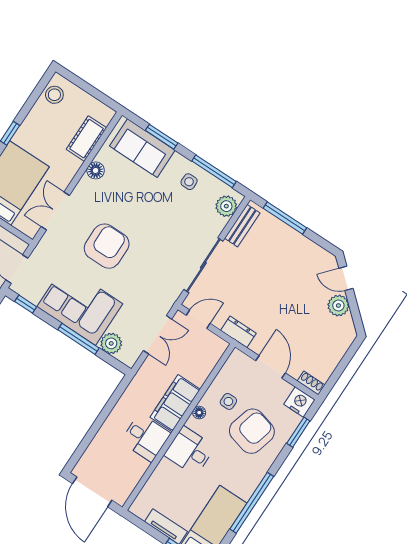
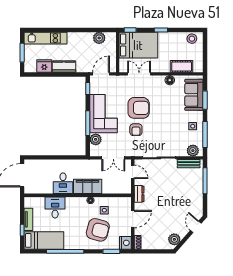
armchair: (137, 272) -> (136, 130), added
plant: (338, 306) -> (174, 239), moved
desk: (190, 451) -> (55, 207), moved

